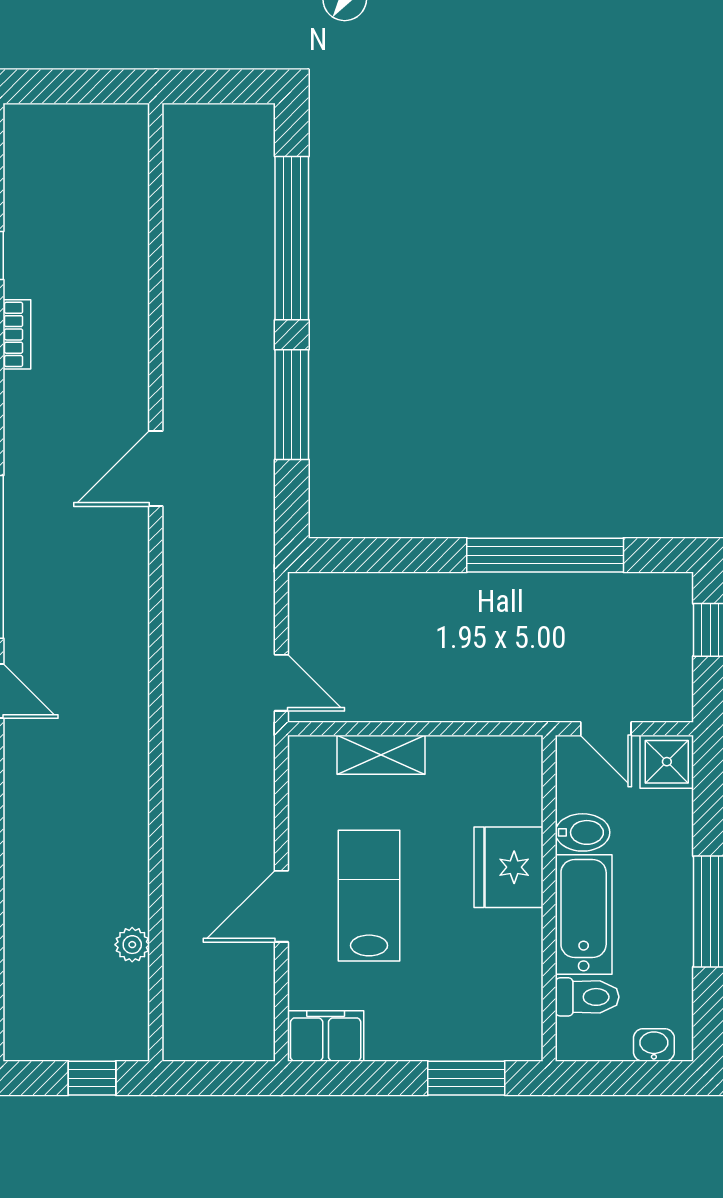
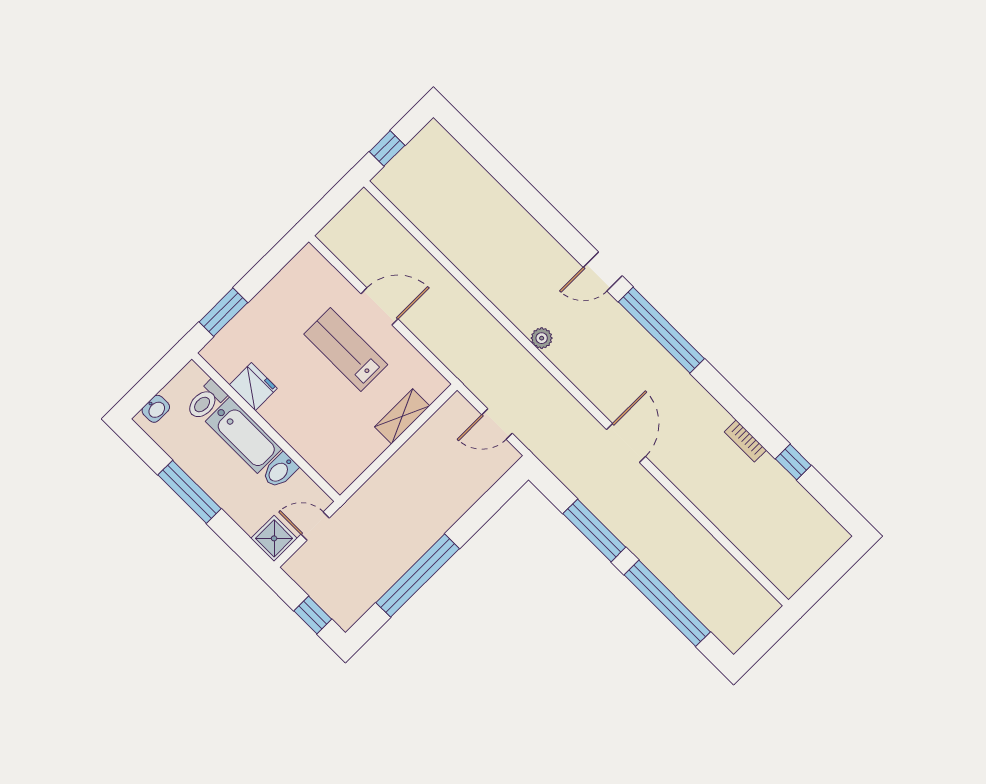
door: (281, 683) -> (497, 424), moved
fridge: (509, 867) -> (253, 387), moved, width x0.73, depth x0.75
lab bench: (369, 896) -> (346, 349), turned 180
door: (281, 906) -> (379, 306), hinge flipped
plant: (132, 945) -> (542, 338), moved
filing cabinet: (326, 1036) -> (303, 269), removed

